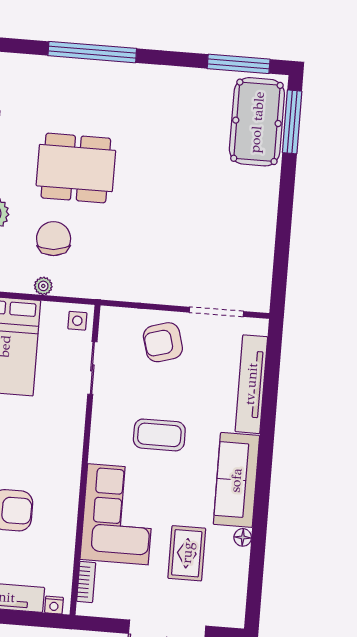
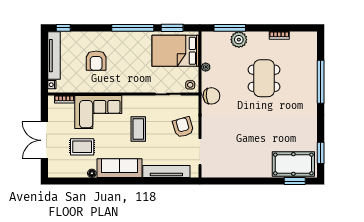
window: (239, 64) -> (321, 153), width x0.69
window: (292, 122) -> (295, 181), width x0.69
chair: (54, 239) -> (211, 96), moved

